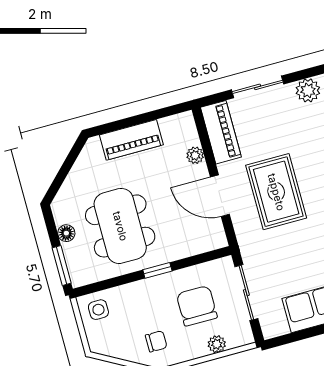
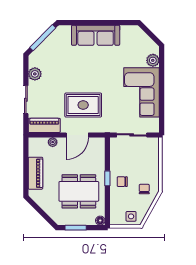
floor lamp: (66, 233) -> (100, 221), moved
window: (62, 266) -> (76, 228), moved
chair: (197, 306) -> (122, 182), moved, width x0.54, depth x0.54
side table: (98, 310) -> (131, 216), moved
plant: (217, 344) -> (154, 158), removed

